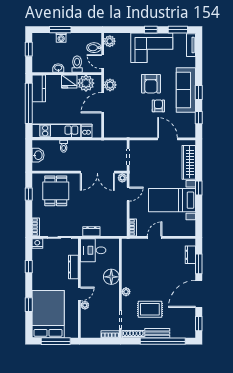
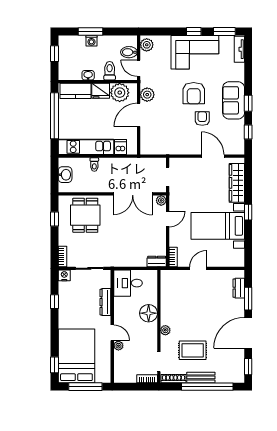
kitchen counter: (39, 88) -> (76, 91), moved, turned 90
sofa: (186, 90) -> (234, 100), width x0.73
dresser: (91, 231) -> (157, 261), moved
door: (79, 294) -> (112, 333), hinge flipped
window: (29, 305) -> (54, 365), moved

